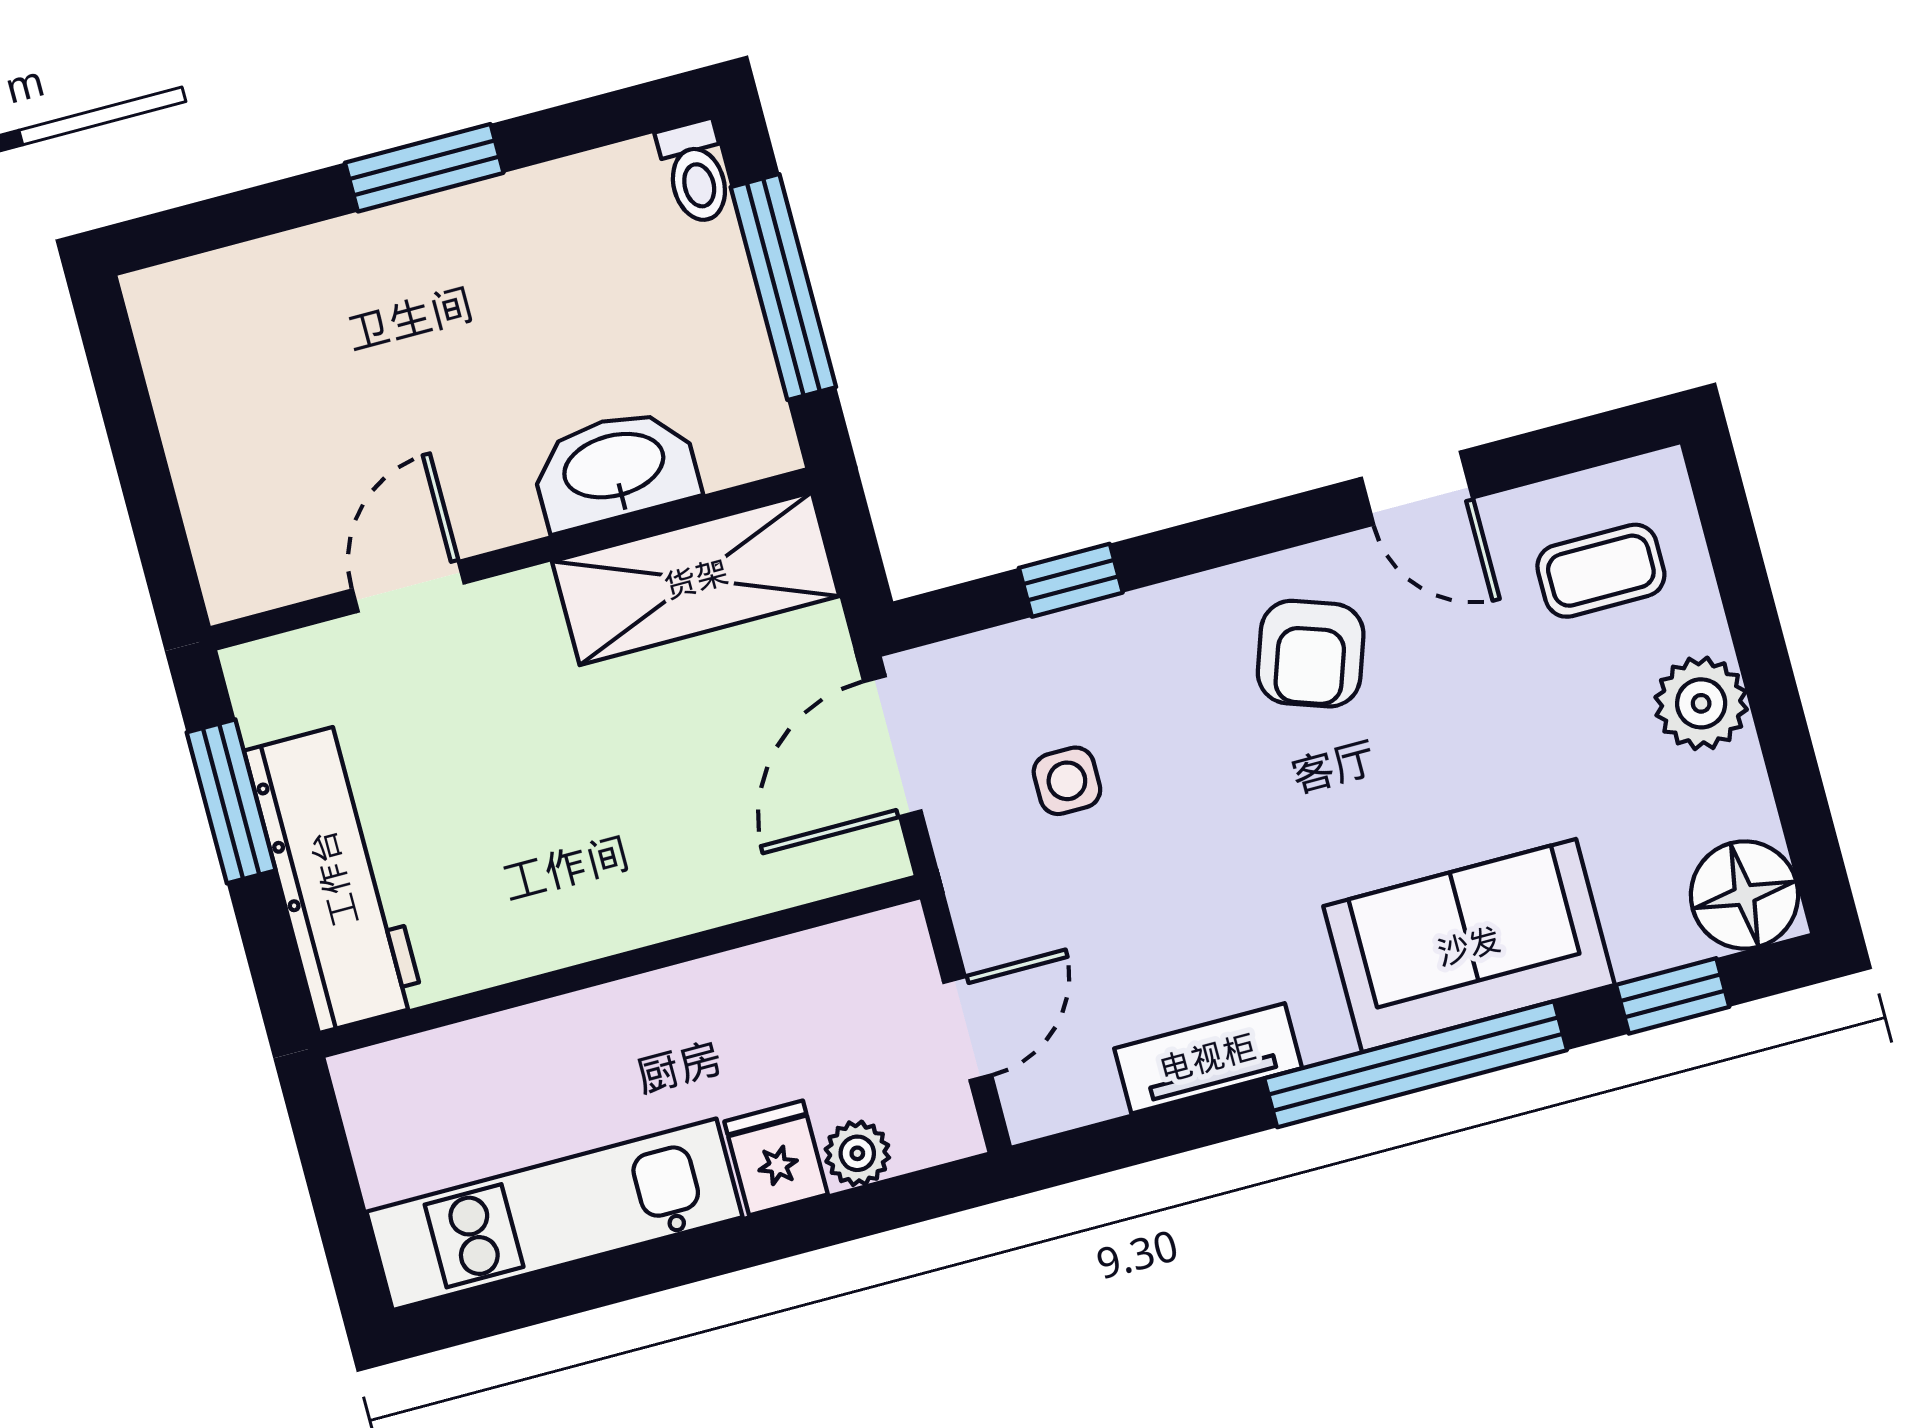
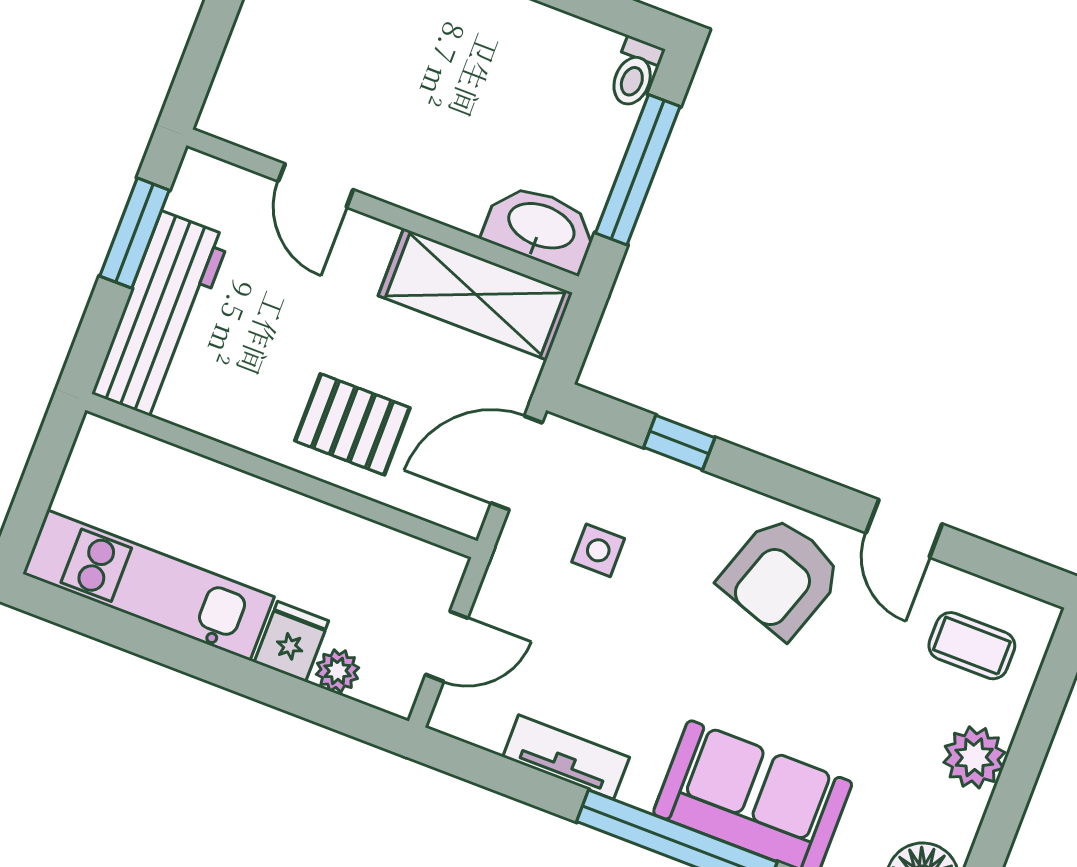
washbasin: (615, 468) -> (541, 228), moved
door: (408, 586) -> (316, 185), swing flipped
armchair: (1311, 654) -> (781, 577), width x1.38, depth x1.38
pallet: (661, 843) -> (352, 424), added

